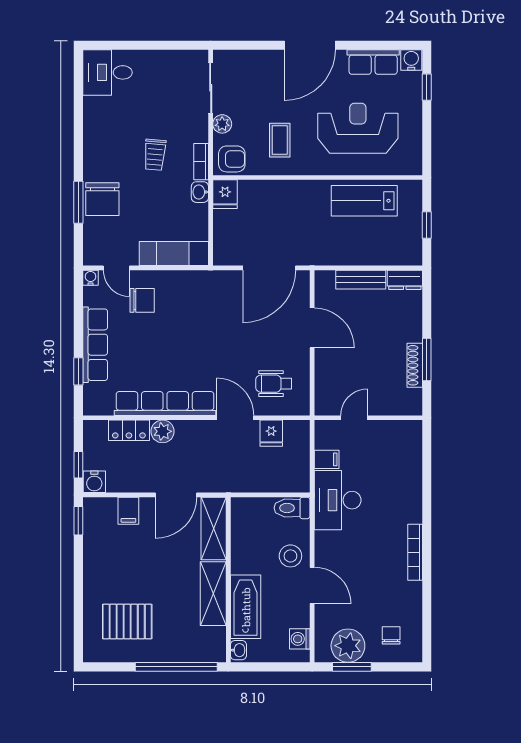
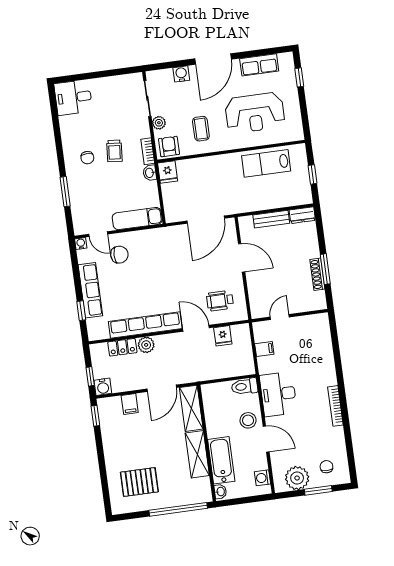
water cooler: (411, 60) -> (181, 74), moved
reception desk: (358, 128) -> (255, 113), turned 180
armchair: (232, 159) -> (169, 147), turned -90
chair: (102, 199) -> (87, 158), moved, width x0.54, depth x0.54
desk: (338, 500) -> (278, 394), moved
window: (352, 667) -> (318, 490), moved

